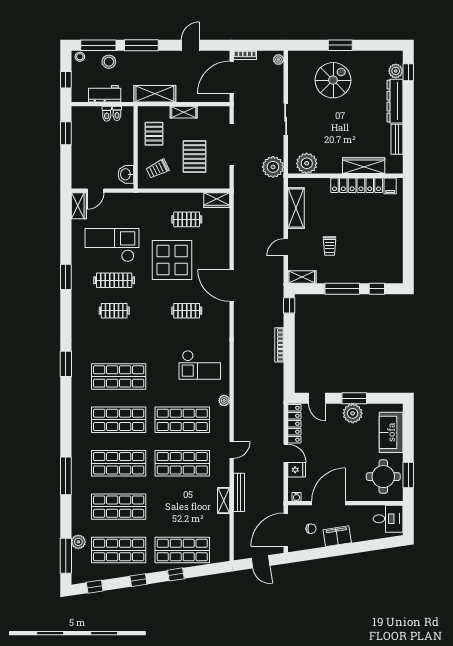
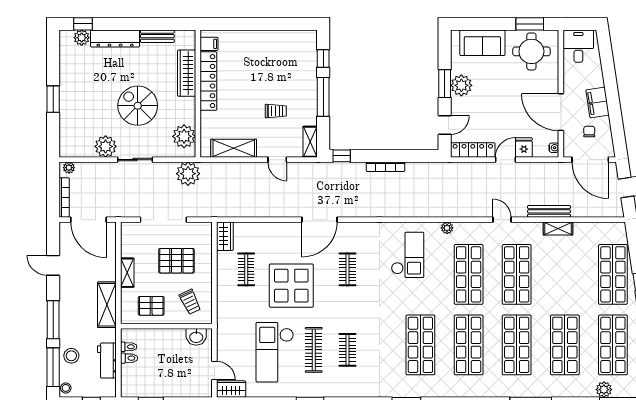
bookcase: (245, 55) -> (64, 198), width x1.56
spiral stairs: (333, 80) -> (138, 106), moved
plant: (298, 93) -> (106, 146), added

